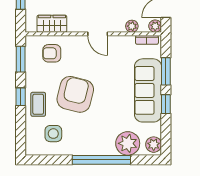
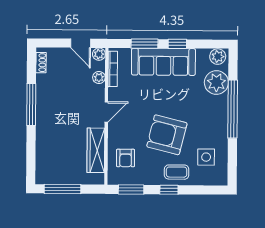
wardrobe: (52, 24) -> (96, 150), width x1.50
bookcase: (147, 40) -> (113, 69), width x1.56

